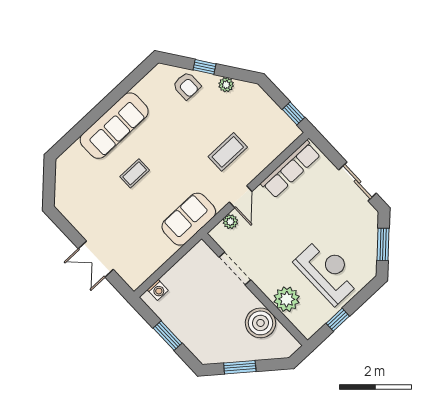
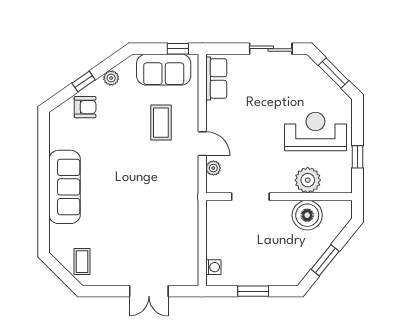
row of seats: (290, 169) -> (216, 79), width x0.68
coffee table: (135, 173) -> (82, 262), moved
sofa: (189, 219) -> (164, 70), moved, turned -90

